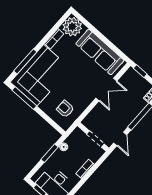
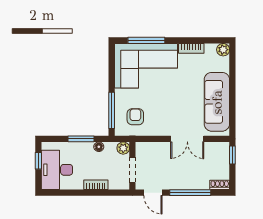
plant: (72, 27) -> (223, 50), width x0.53, depth x0.53
window: (24, 98) -> (112, 110), moved
plant: (78, 133) -> (123, 148), added
door: (120, 139) -> (153, 193), hinge flipped

